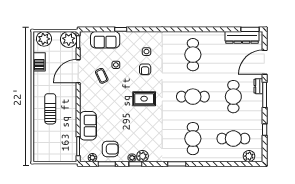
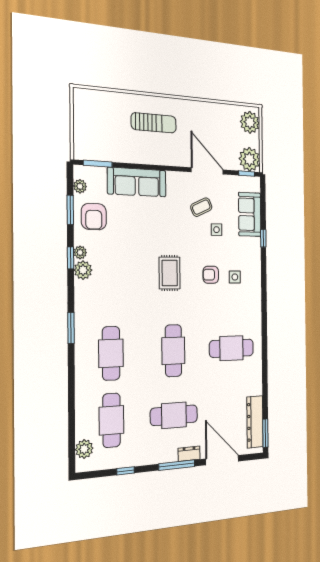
barbecue: (39, 62) -> (219, 112), removed
sofa: (88, 126) -> (137, 182), width x1.36
cafe table: (193, 139) -> (111, 353), turned 90

